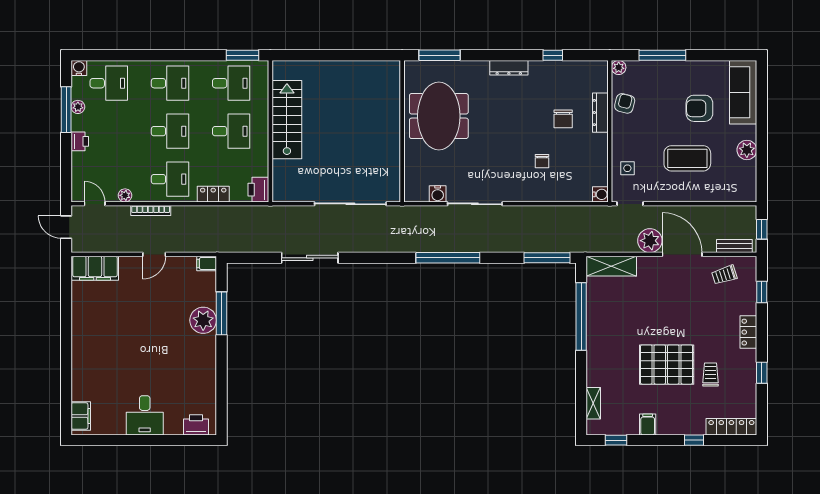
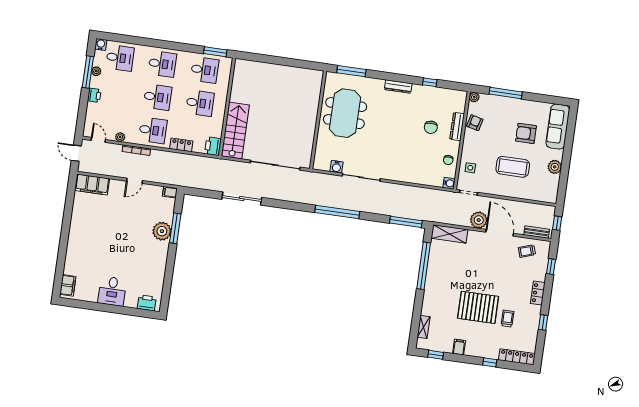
stairs: (287, 120) -> (235, 131), moved
chair: (542, 161) -> (448, 160), moved

